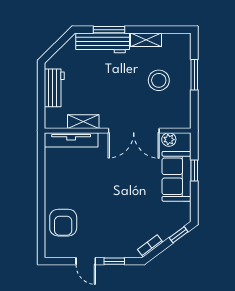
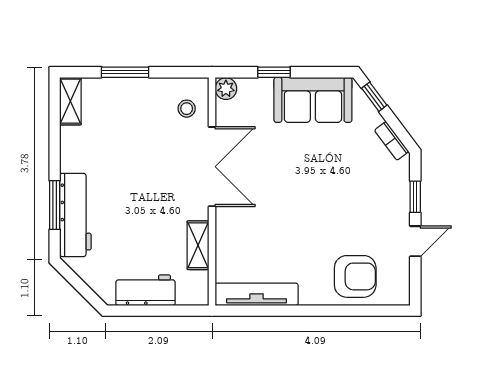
shelving: (146, 40) -> (70, 101), moved
stool: (159, 80) -> (187, 109), moved, width x0.53, depth x0.53
tv unit: (71, 140) -> (257, 294), moved, turned -90
plant: (169, 140) -> (226, 89), moved
sofa: (177, 176) -> (313, 100), moved

